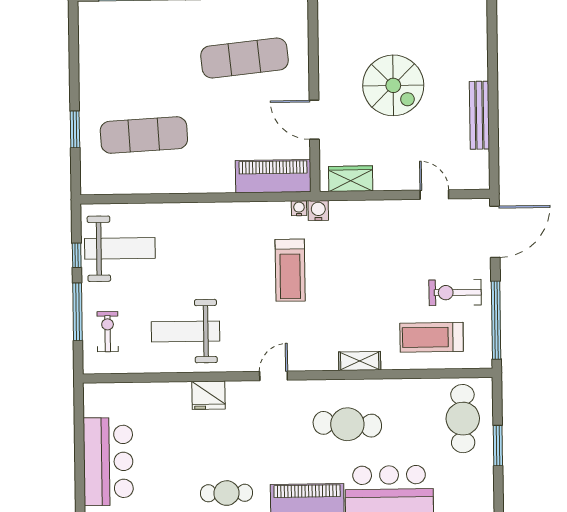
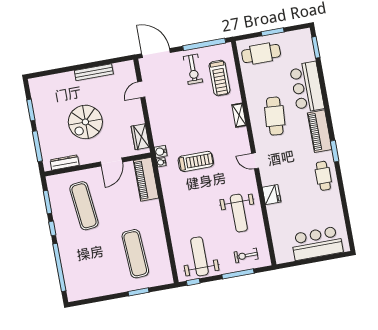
dresser: (327, 36) -> (65, 163), added
spiral stairs: (393, 85) -> (85, 122), turned 180
window: (77, 255) -> (193, 282), moved

